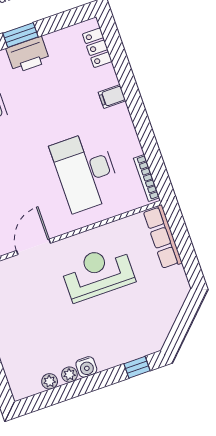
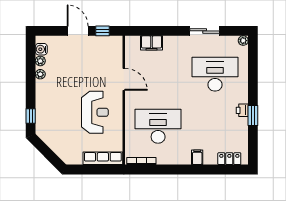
printer: (28, 55) -> (242, 110), width x0.53, depth x0.68
water cooler: (86, 367) -> (41, 49), moved

